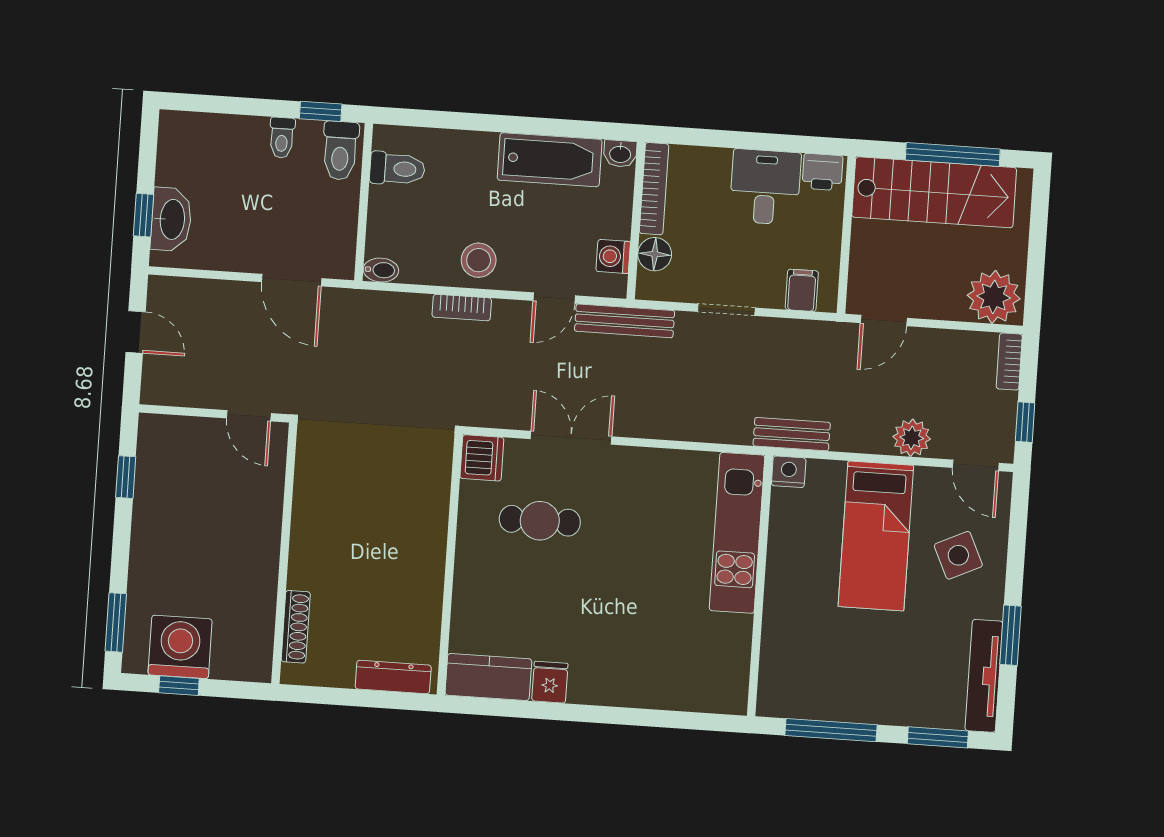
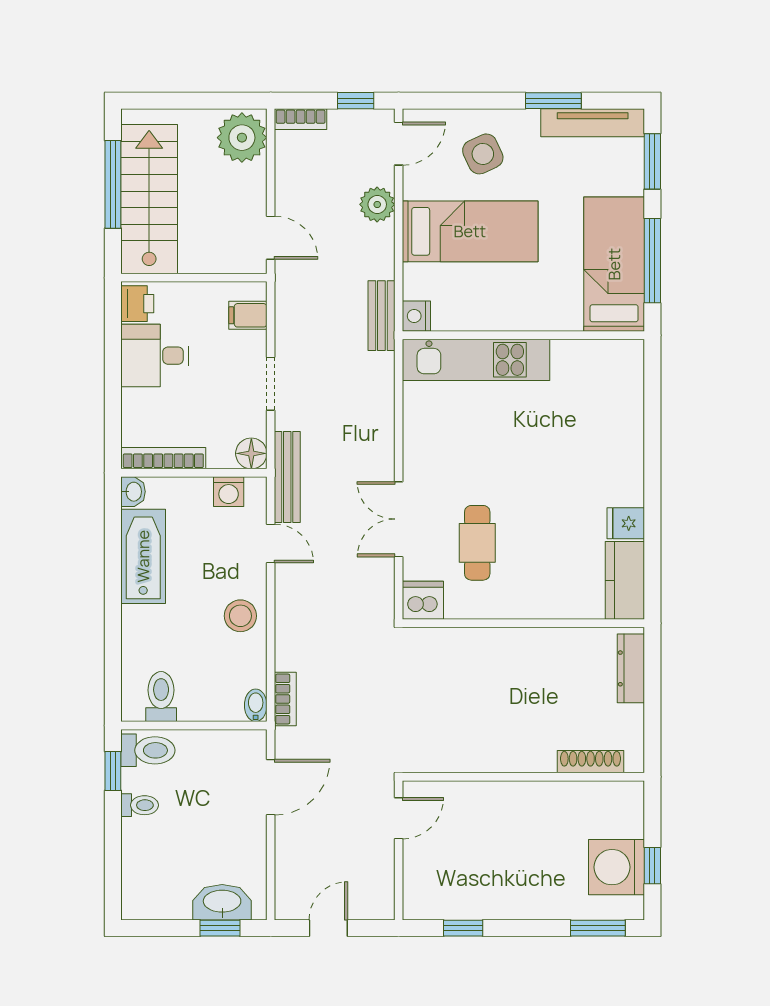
floor lamp: (655, 254) -> (251, 453), moved
bookcase: (462, 308) -> (285, 699), moved
bed: (830, 689) -> (614, 264), added

